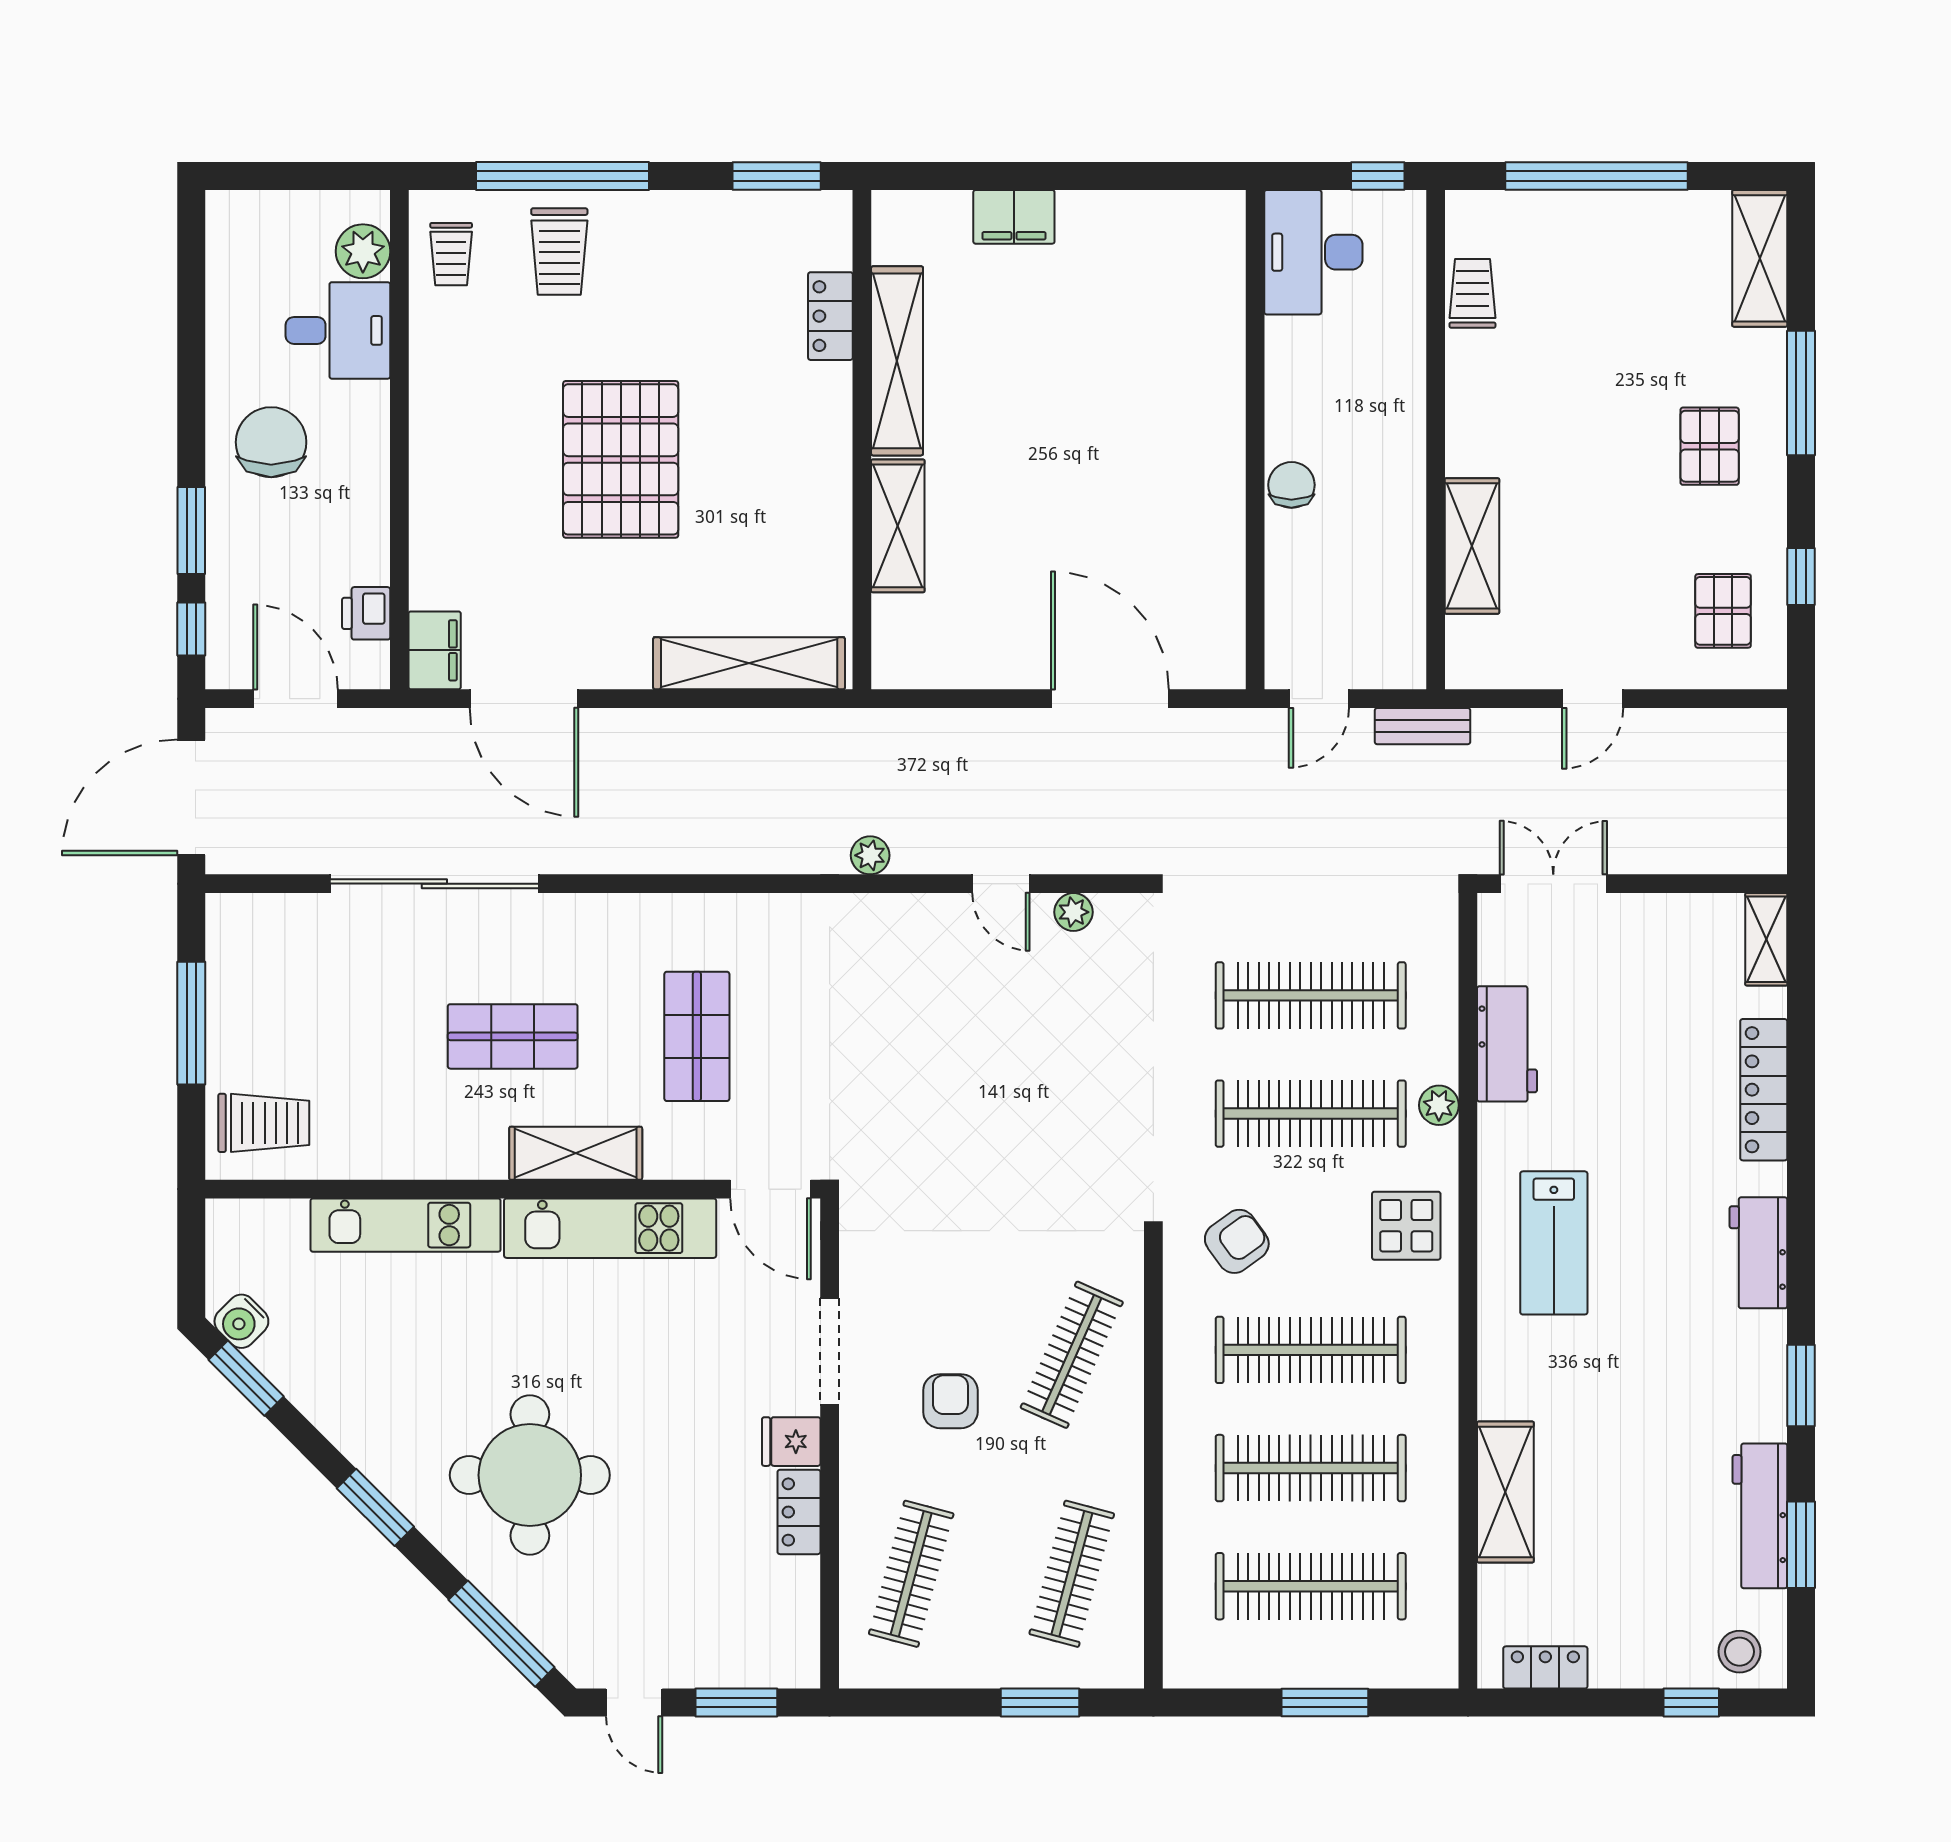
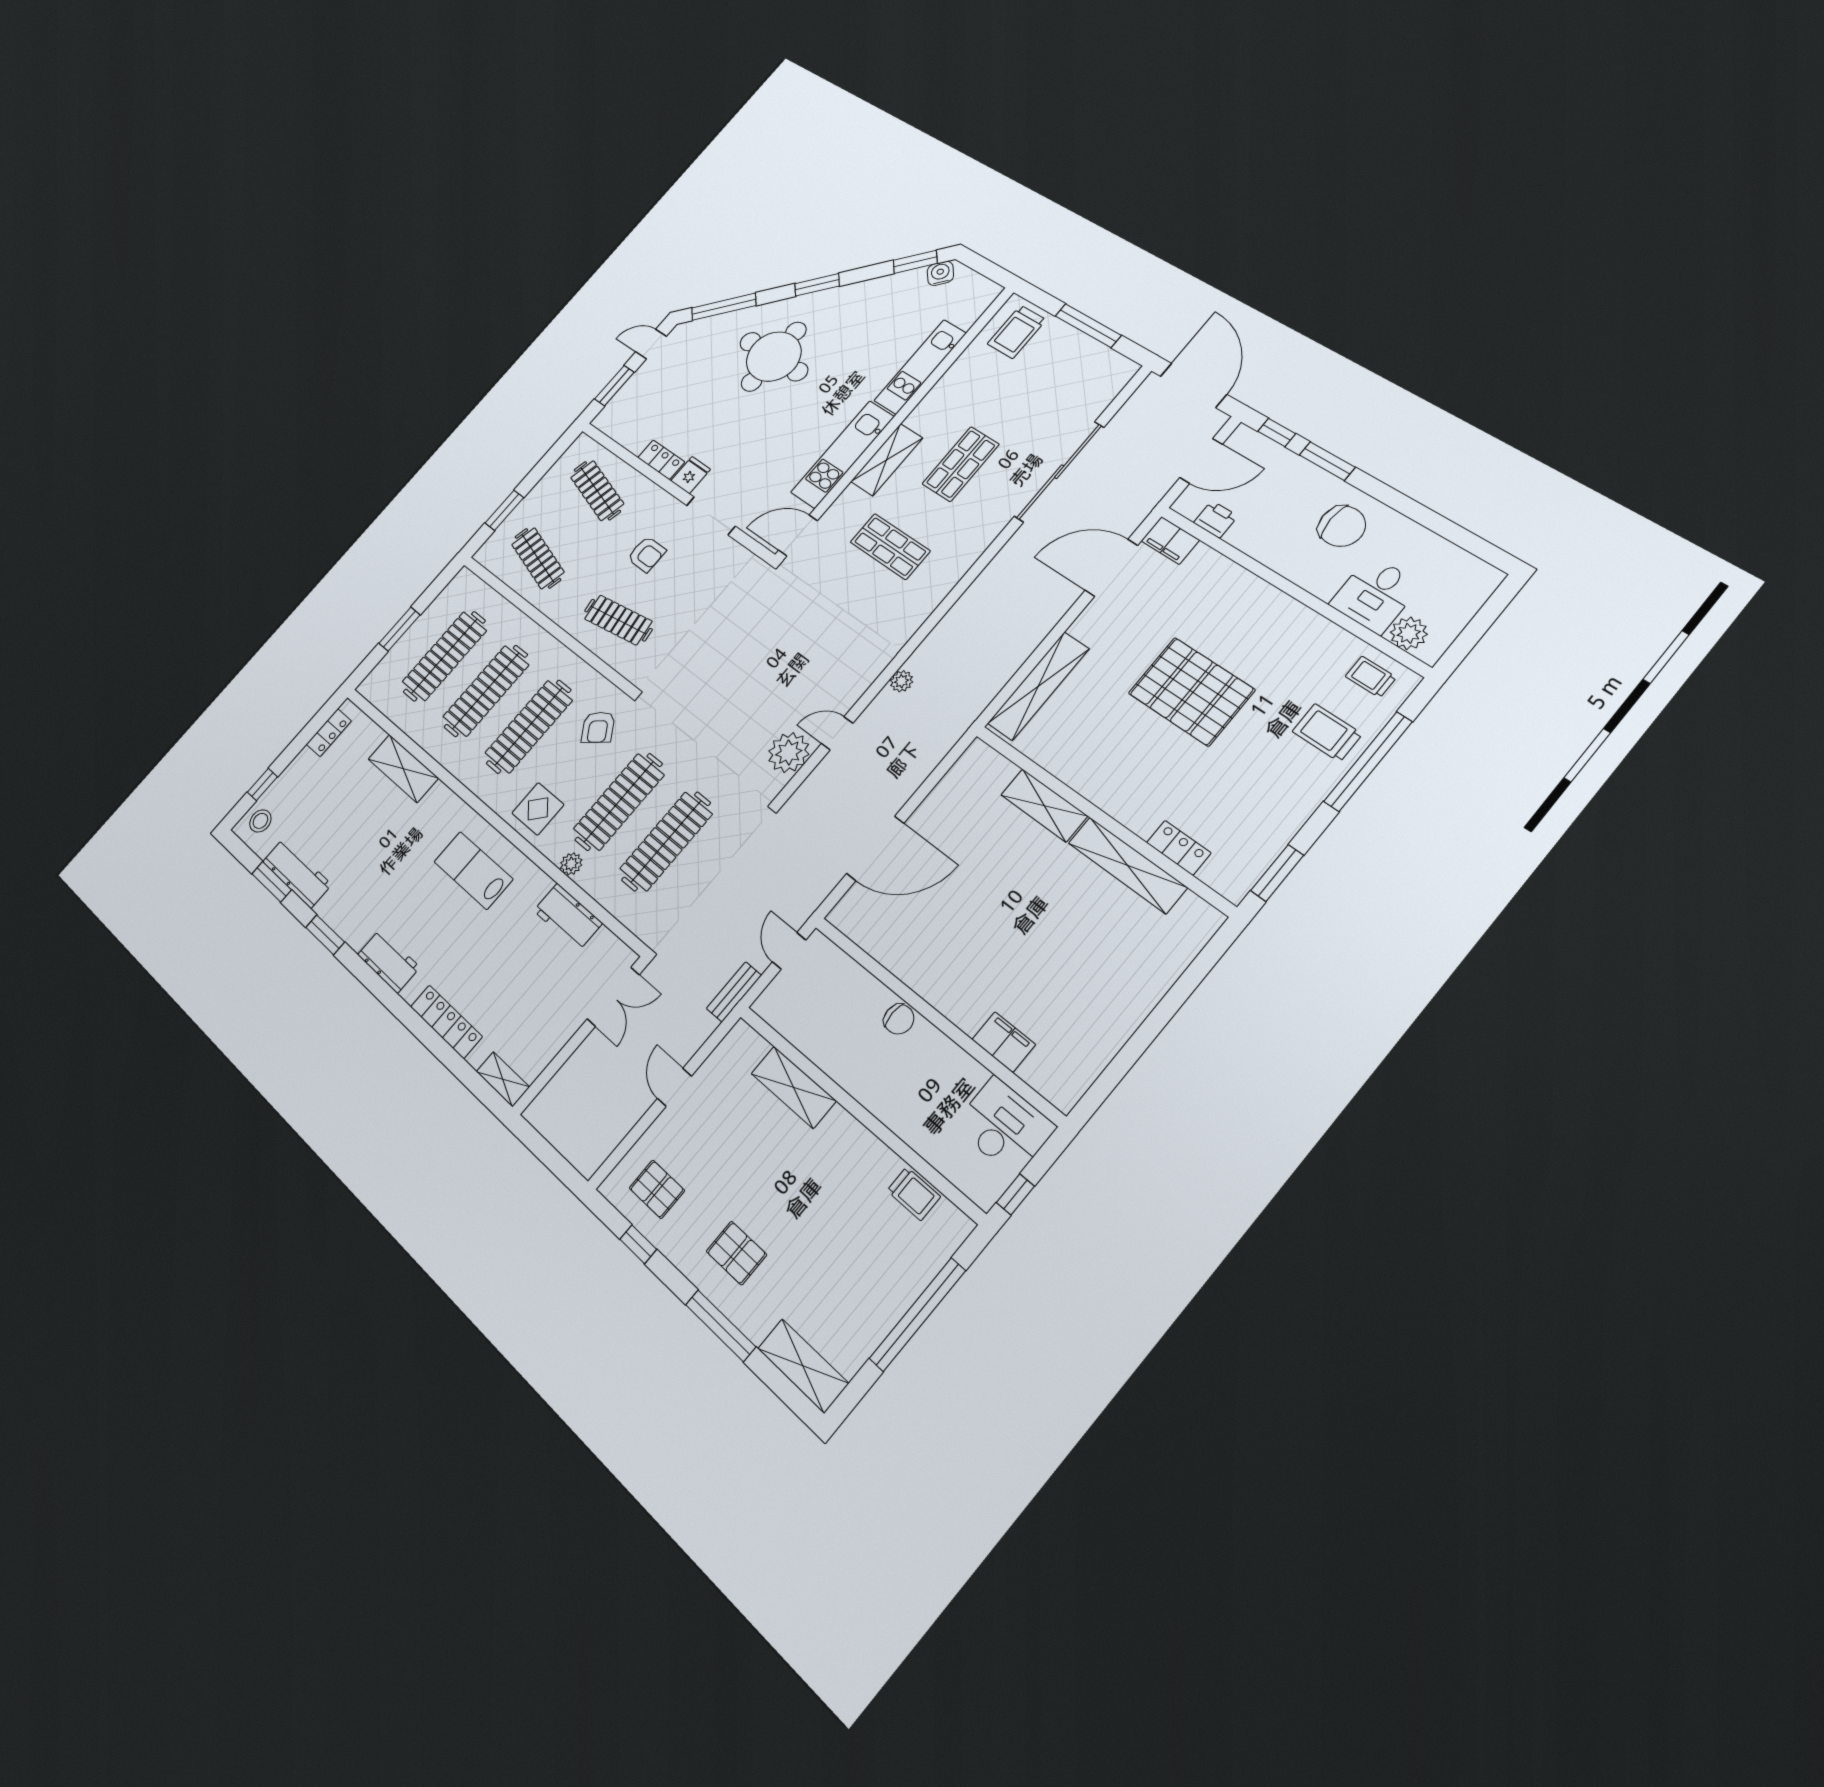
filing cabinet: (1014, 217) -> (1004, 1042), moved, turned 90
plant: (1073, 912) -> (789, 753), width x1.87, depth x1.87
clothes rail: (1072, 1355) -> (618, 620), turned -33

